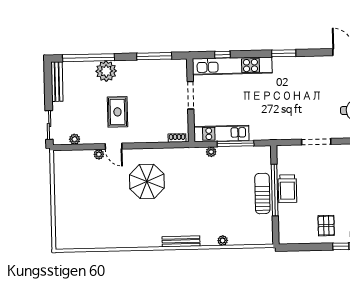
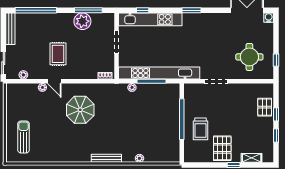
plant: (106, 71) -> (82, 21), moved
kitchen unit: (221, 134) -> (159, 73), width x1.86
trolley: (287, 189) -> (201, 129), moved
sun lounger: (262, 194) -> (24, 137), moved
pallet: (326, 226) -> (222, 148), width x1.50, depth x1.42

